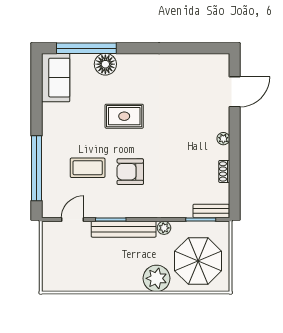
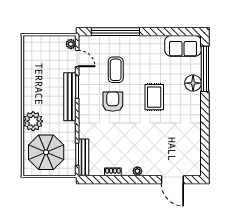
bench: (211, 211) -> (83, 157), width x1.36
plant: (164, 228) -> (71, 44), moved

